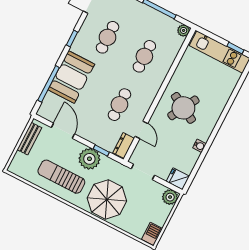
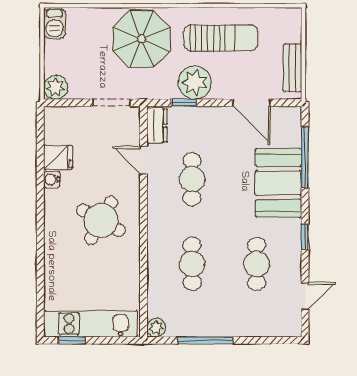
fridge: (178, 179) -> (58, 157), moved

